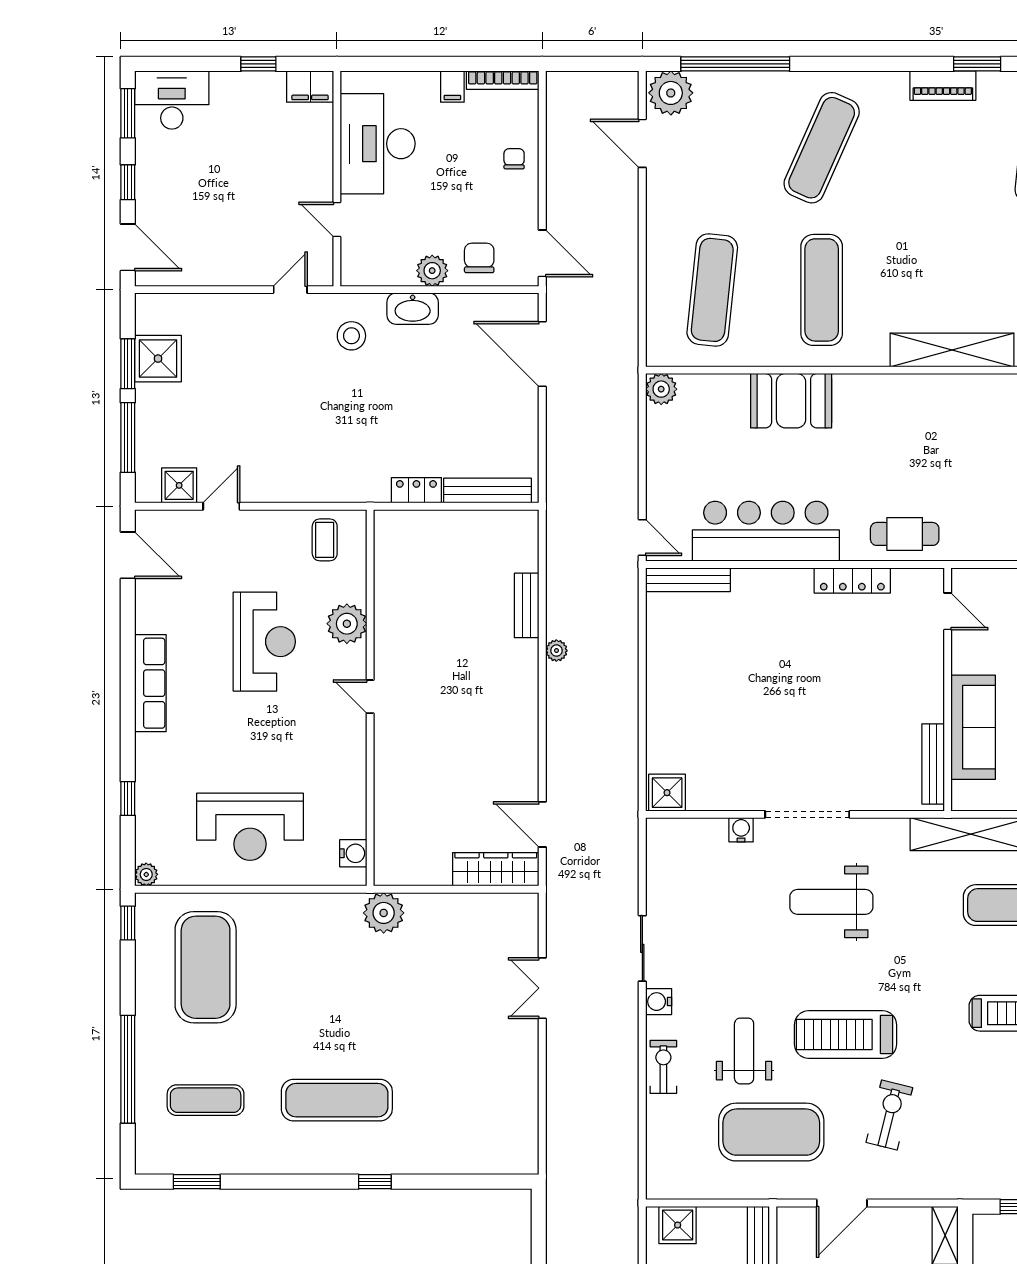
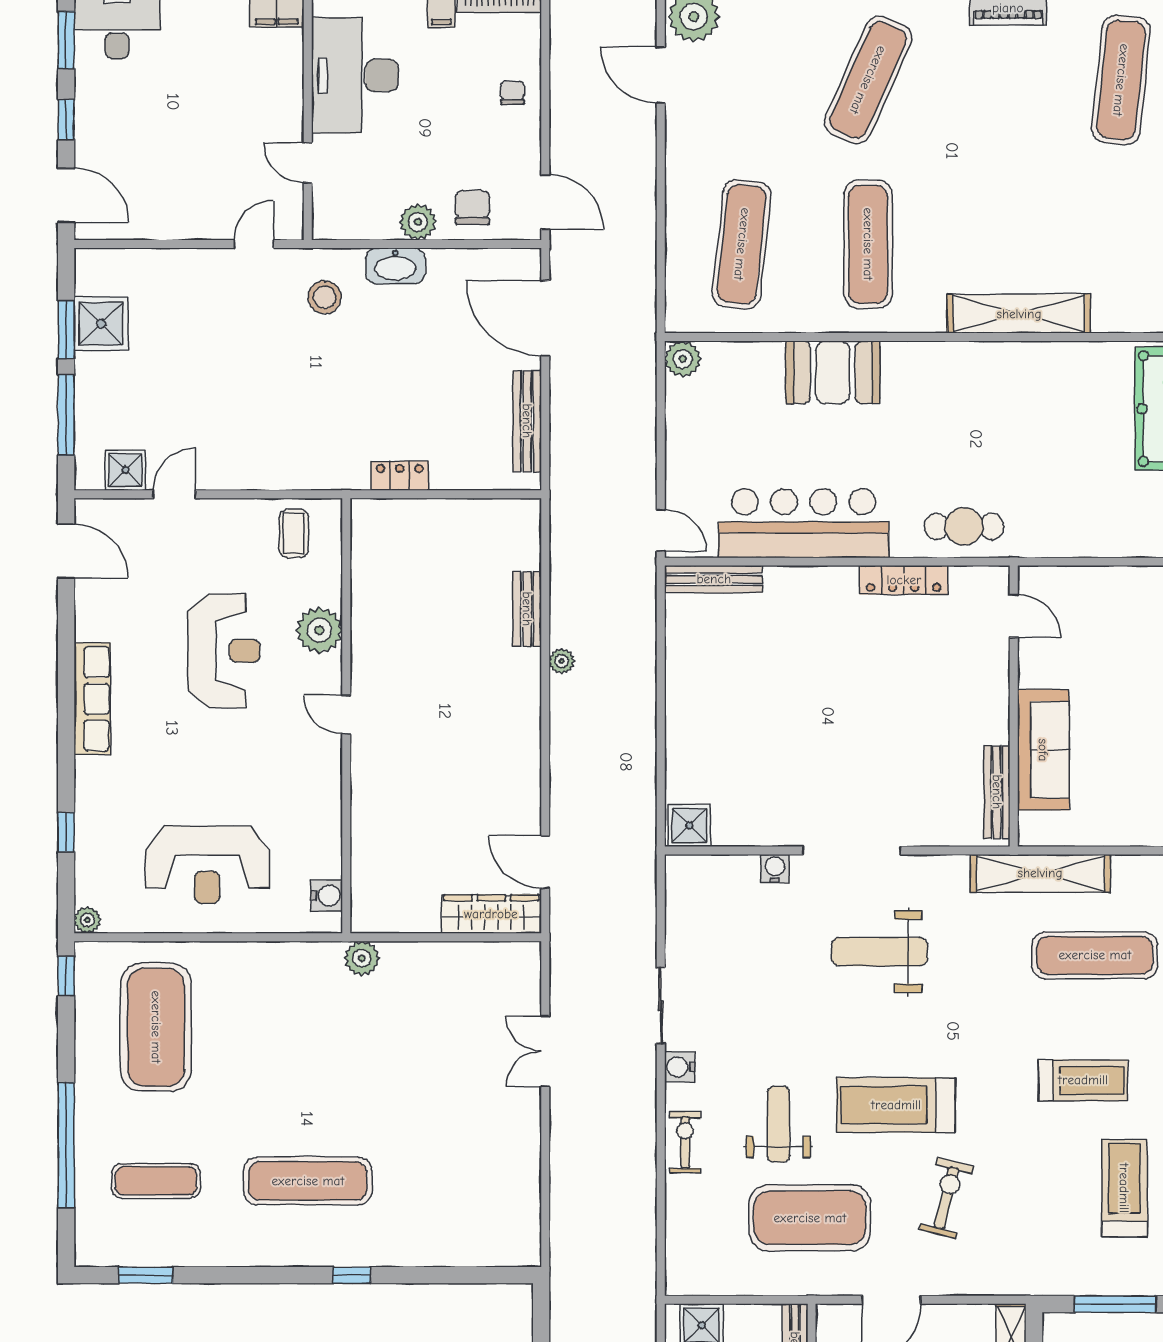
bench: (488, 491) -> (527, 421), moved, turned 90
plant: (384, 913) -> (362, 958), width x0.73, depth x0.73

